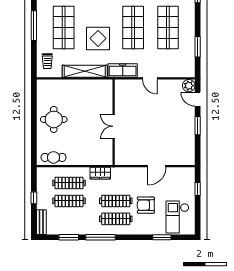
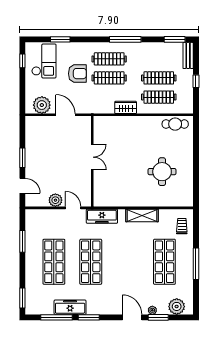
display table: (98, 38) -> (128, 250), removed
shelving: (85, 71) -> (142, 215), width x0.68
plant: (189, 86) -> (55, 200), moved
round table: (54, 119) -> (162, 172), moved
wall: (114, 122) -> (92, 161), moved
double door: (114, 126) -> (92, 157), moved
door: (157, 166) -> (66, 115), hinge flipped
plant: (179, 175) -> (42, 105), added
window: (198, 189) -> (22, 61), moved
window: (69, 237) -> (175, 39), moved

